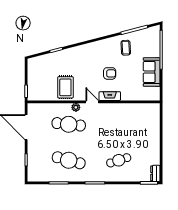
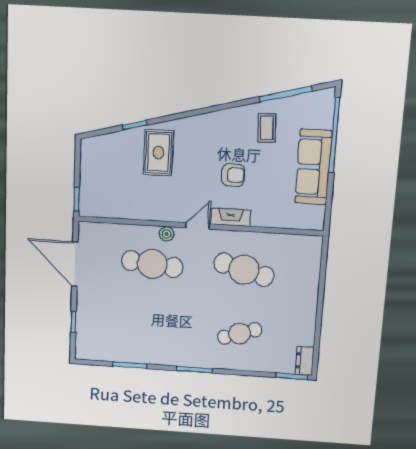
sofa: (152, 72) -> (313, 167), width x1.36
rug: (65, 87) -> (158, 153), moved
door: (92, 102) -> (198, 226), hinge flipped
cafe table: (69, 160) -> (244, 270), moved

